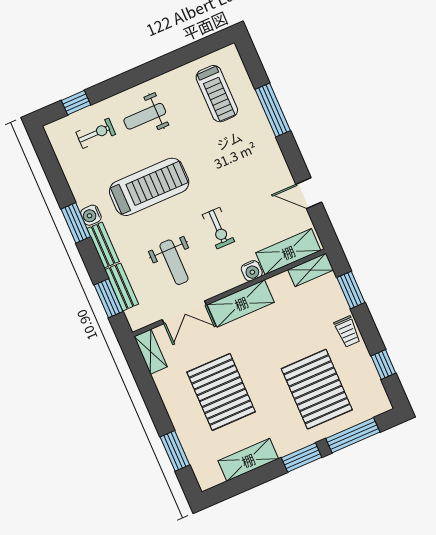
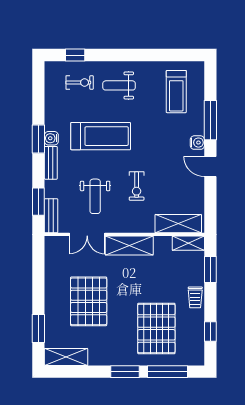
door: (309, 193) -> (210, 166), moved
water cooler: (252, 271) -> (197, 143), moved, turned -90
bench: (122, 287) -> (51, 216), moved
shelving: (151, 352) -> (52, 252), removed
shelving: (248, 460) -> (66, 357), moved

